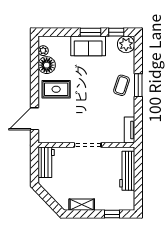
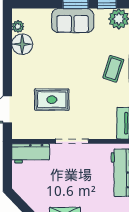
rug: (56, 89) -> (52, 100), moved
workbench: (46, 162) -> (31, 153), moved, turned 90

